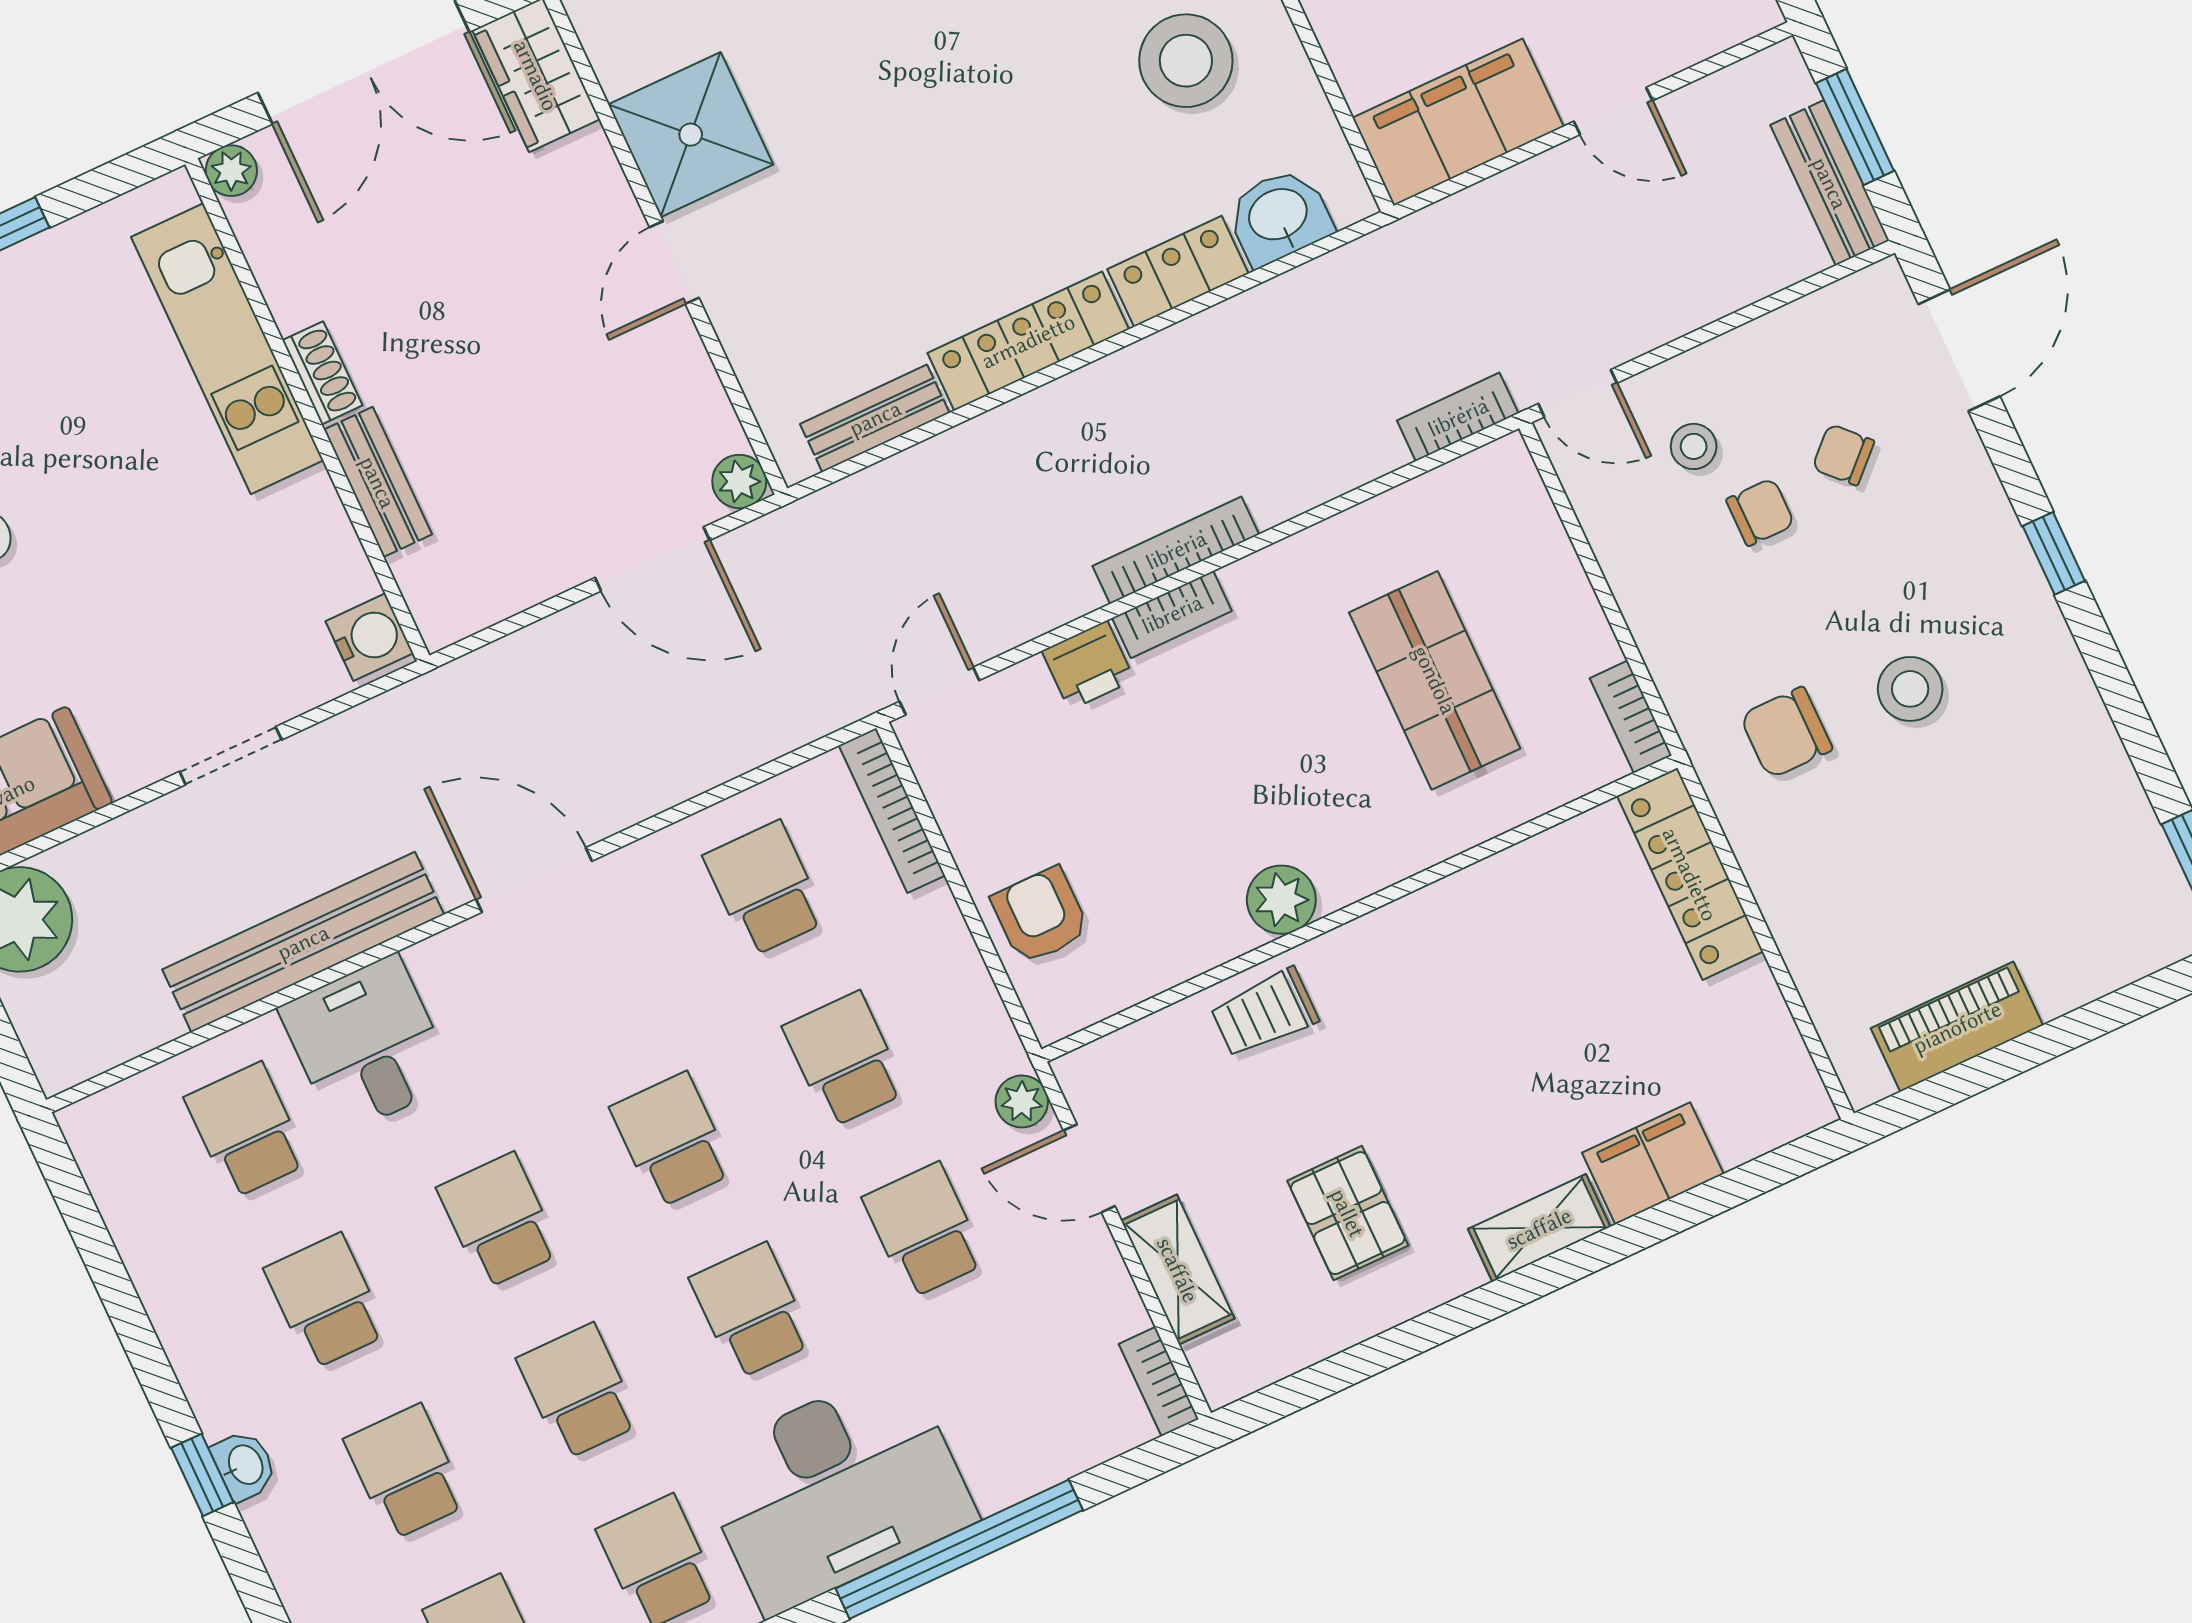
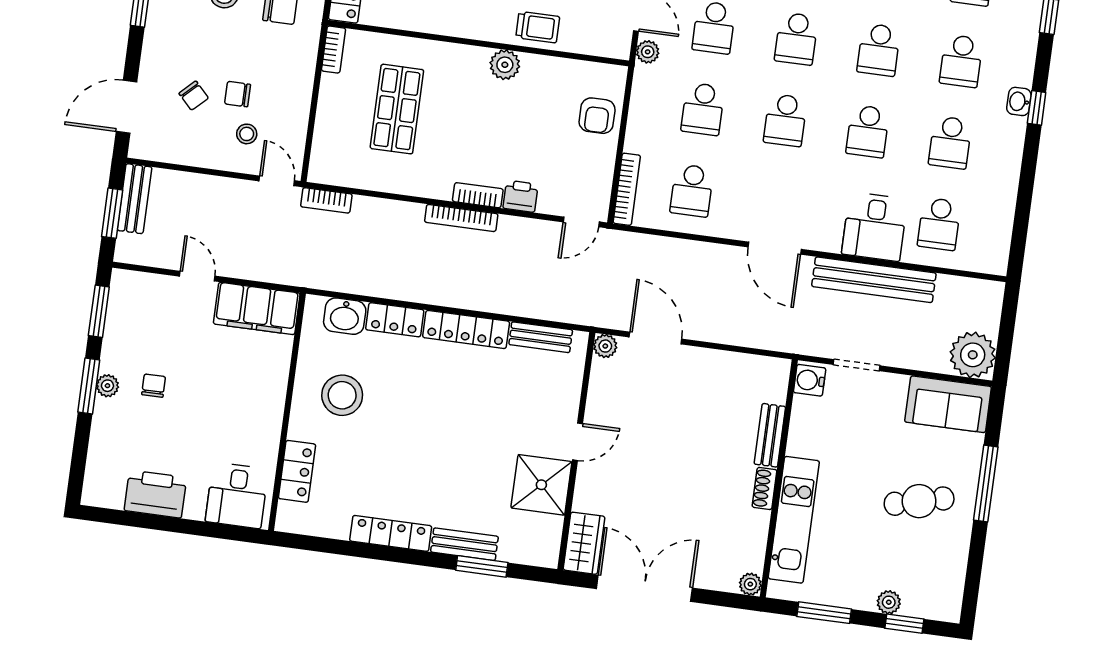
plant: (231, 171) -> (750, 584), moved
kitchen unit: (227, 349) -> (794, 520), moved
shoe rack: (322, 373) -> (765, 488), moved
wall: (307, 410) -> (779, 478), moved
bench: (378, 482) -> (770, 435), moved
water cooler: (369, 637) -> (810, 380), moved

